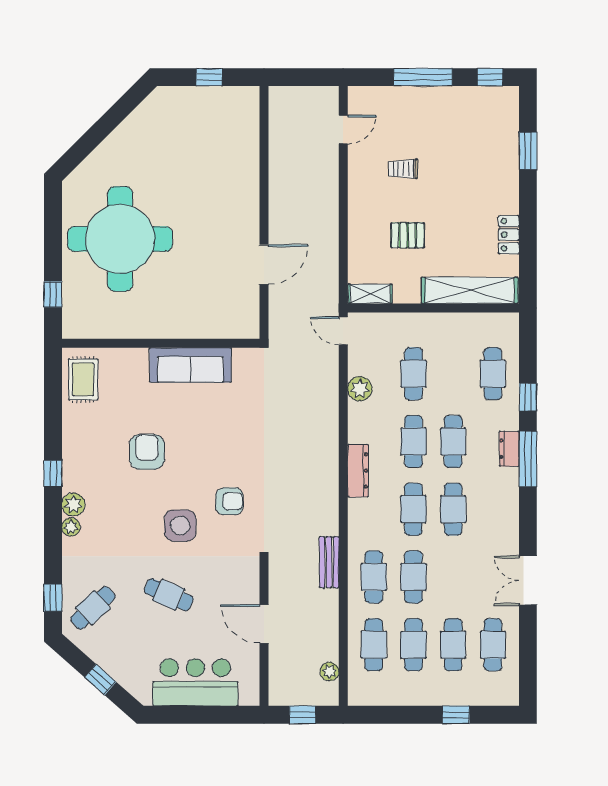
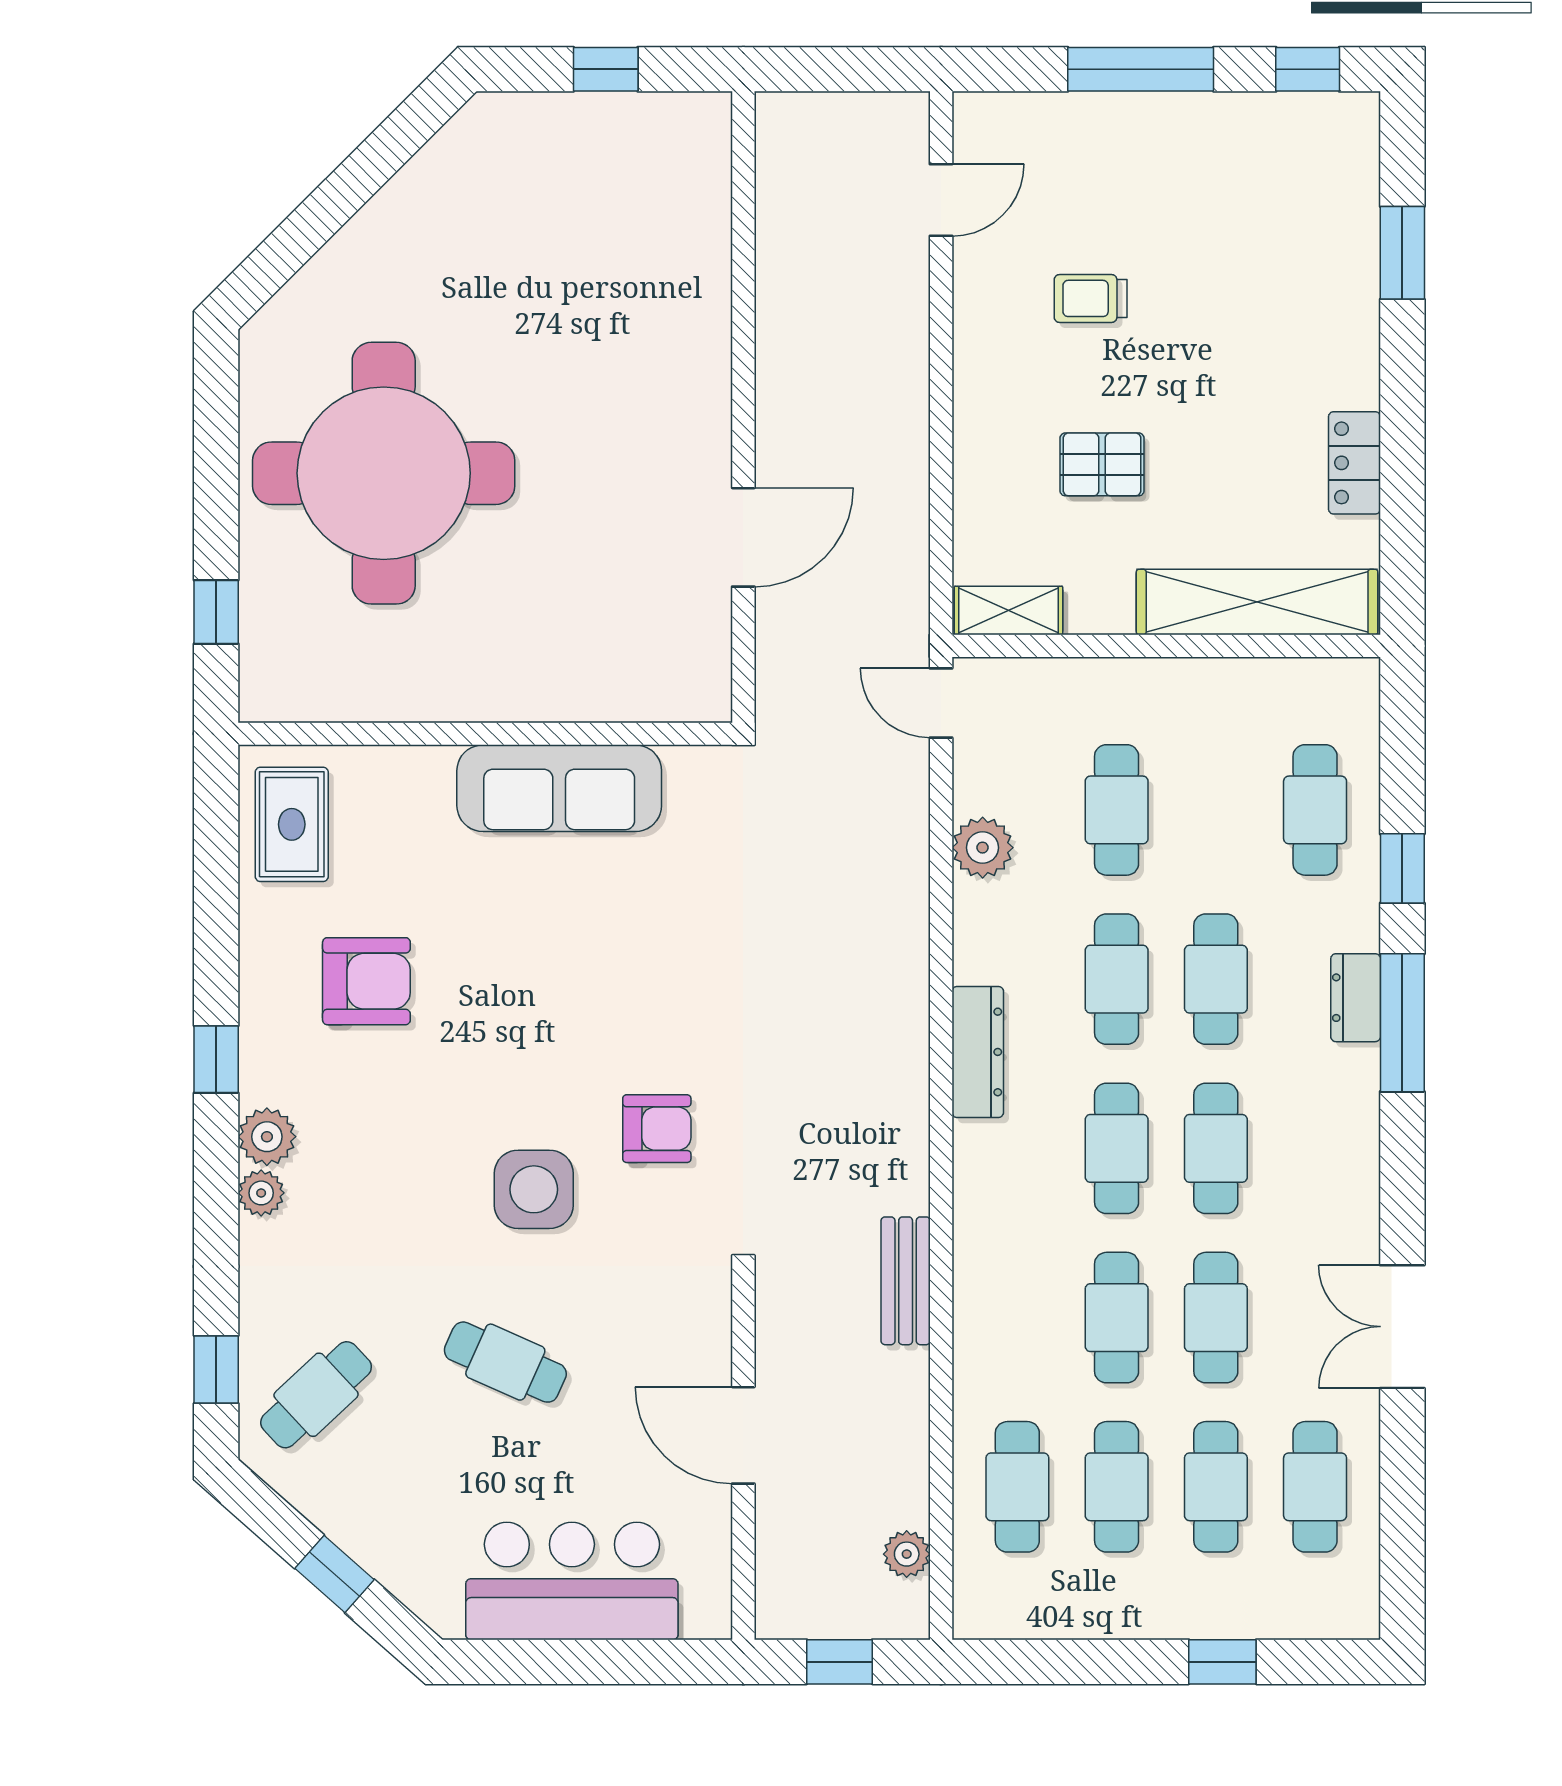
armchair: (147, 452) -> (366, 981), moved, turned 90
cafe table: (374, 577) -> (1216, 1318), moved

